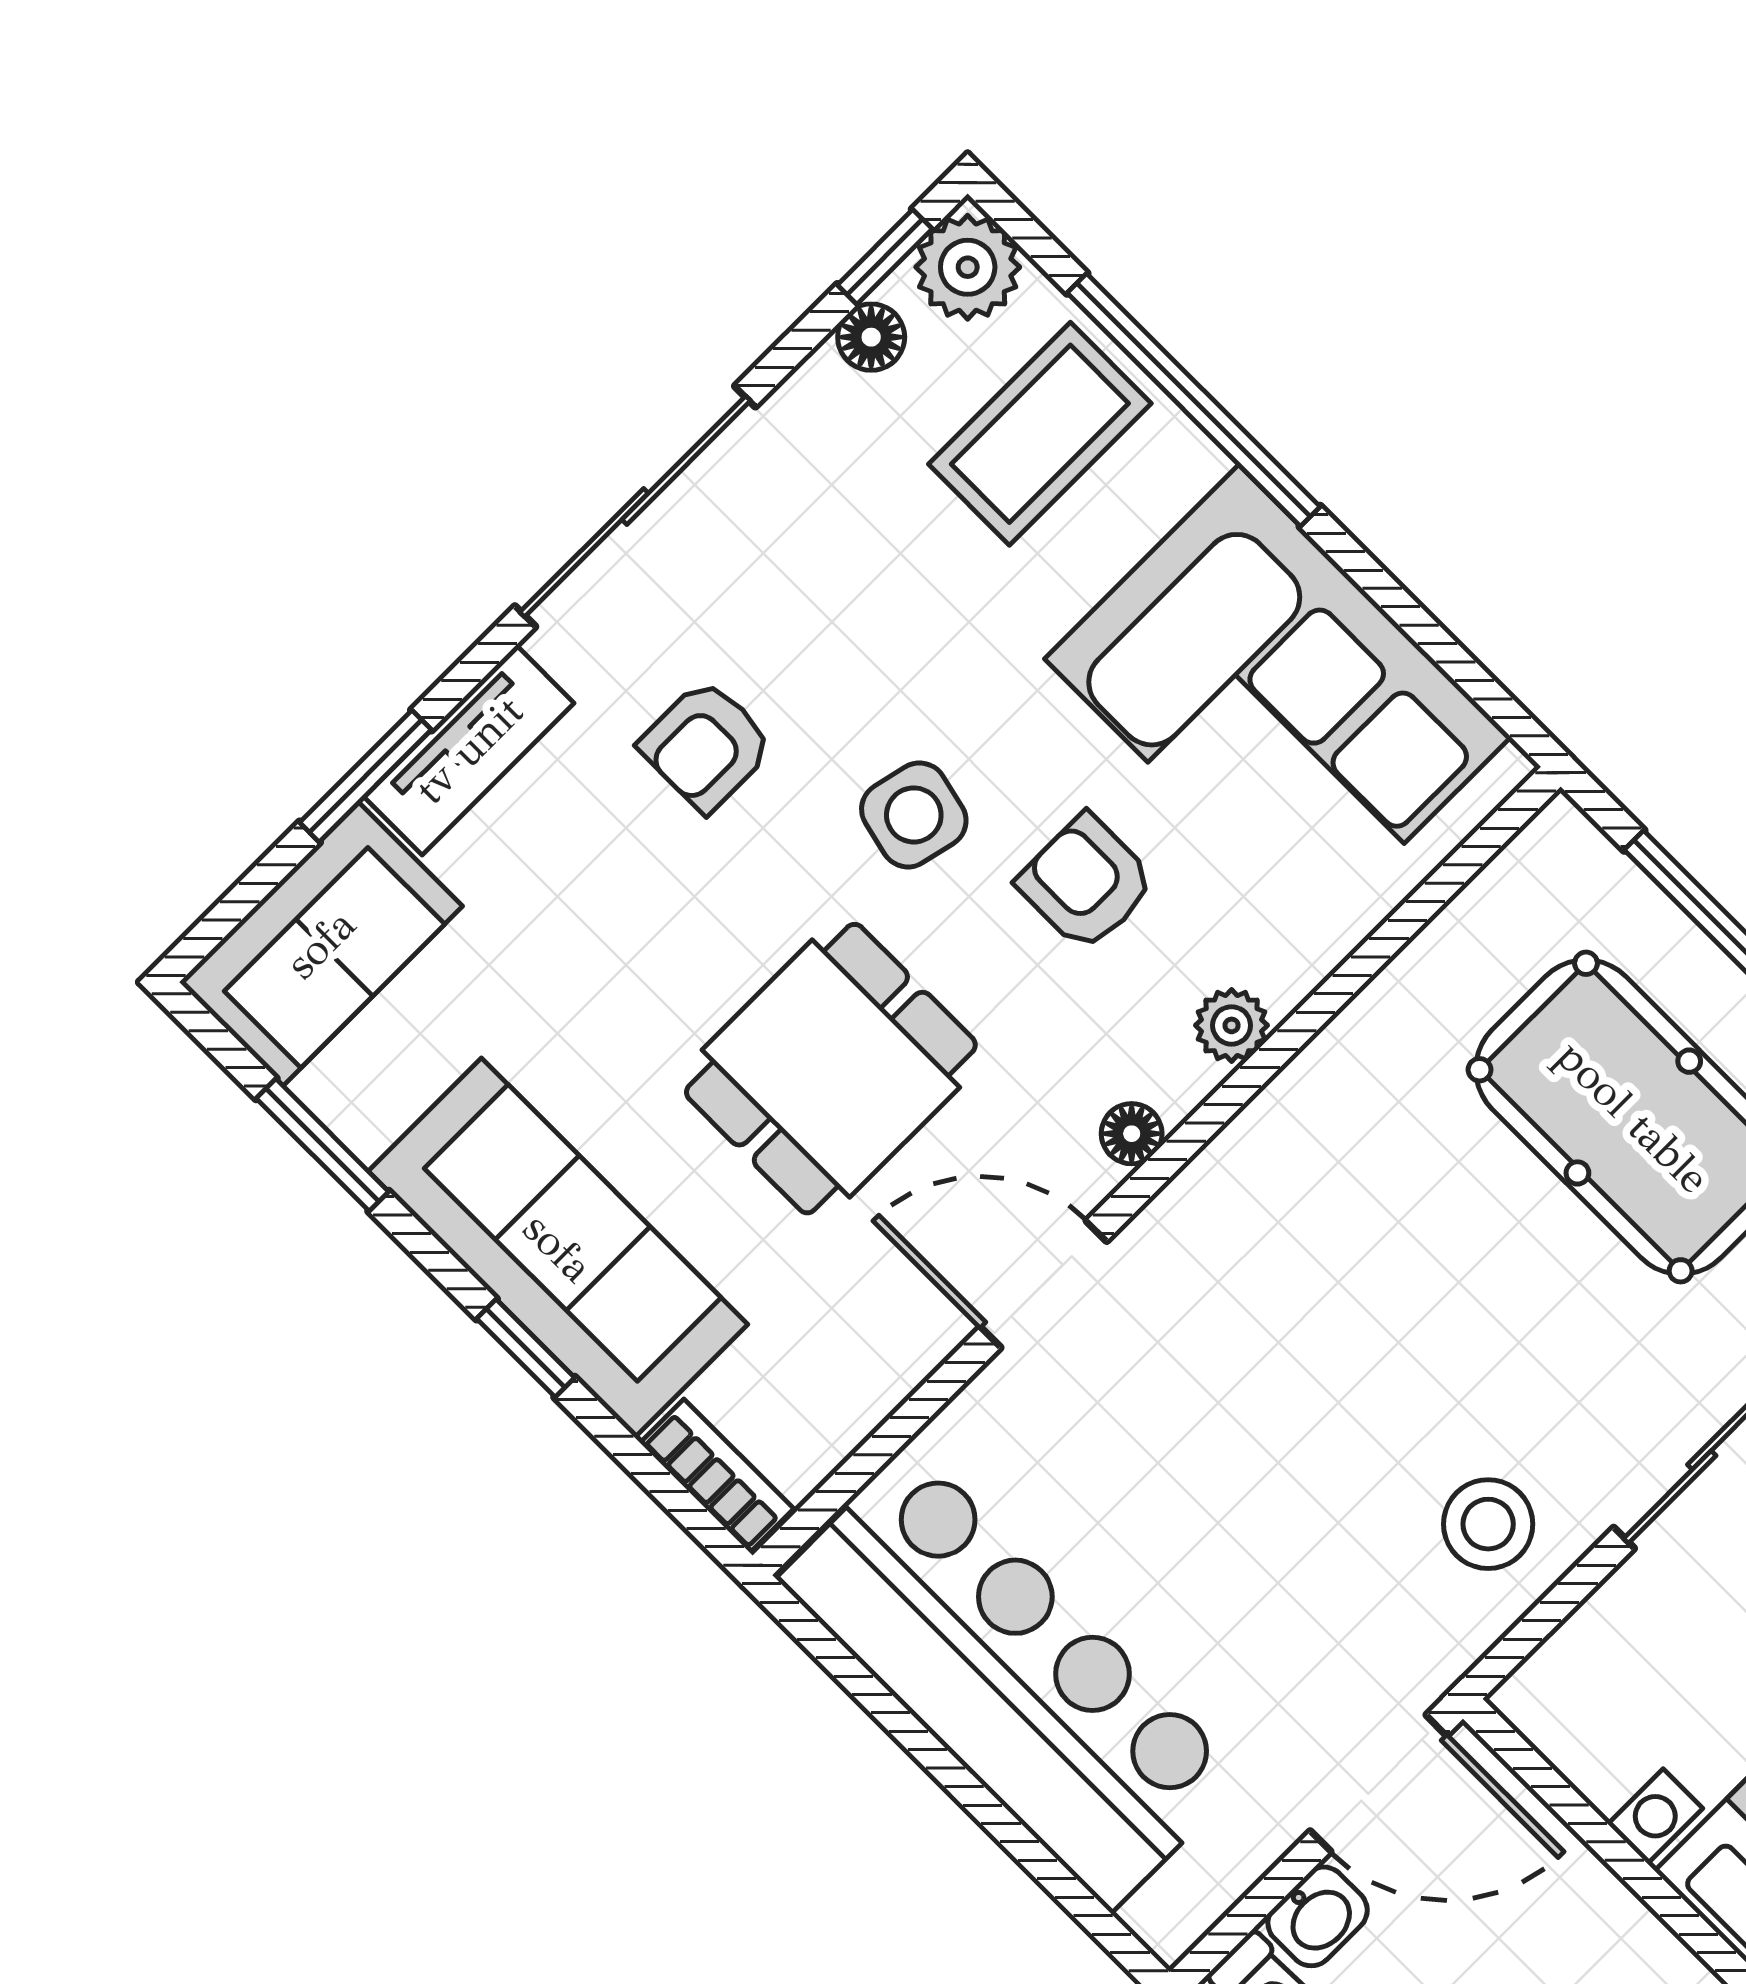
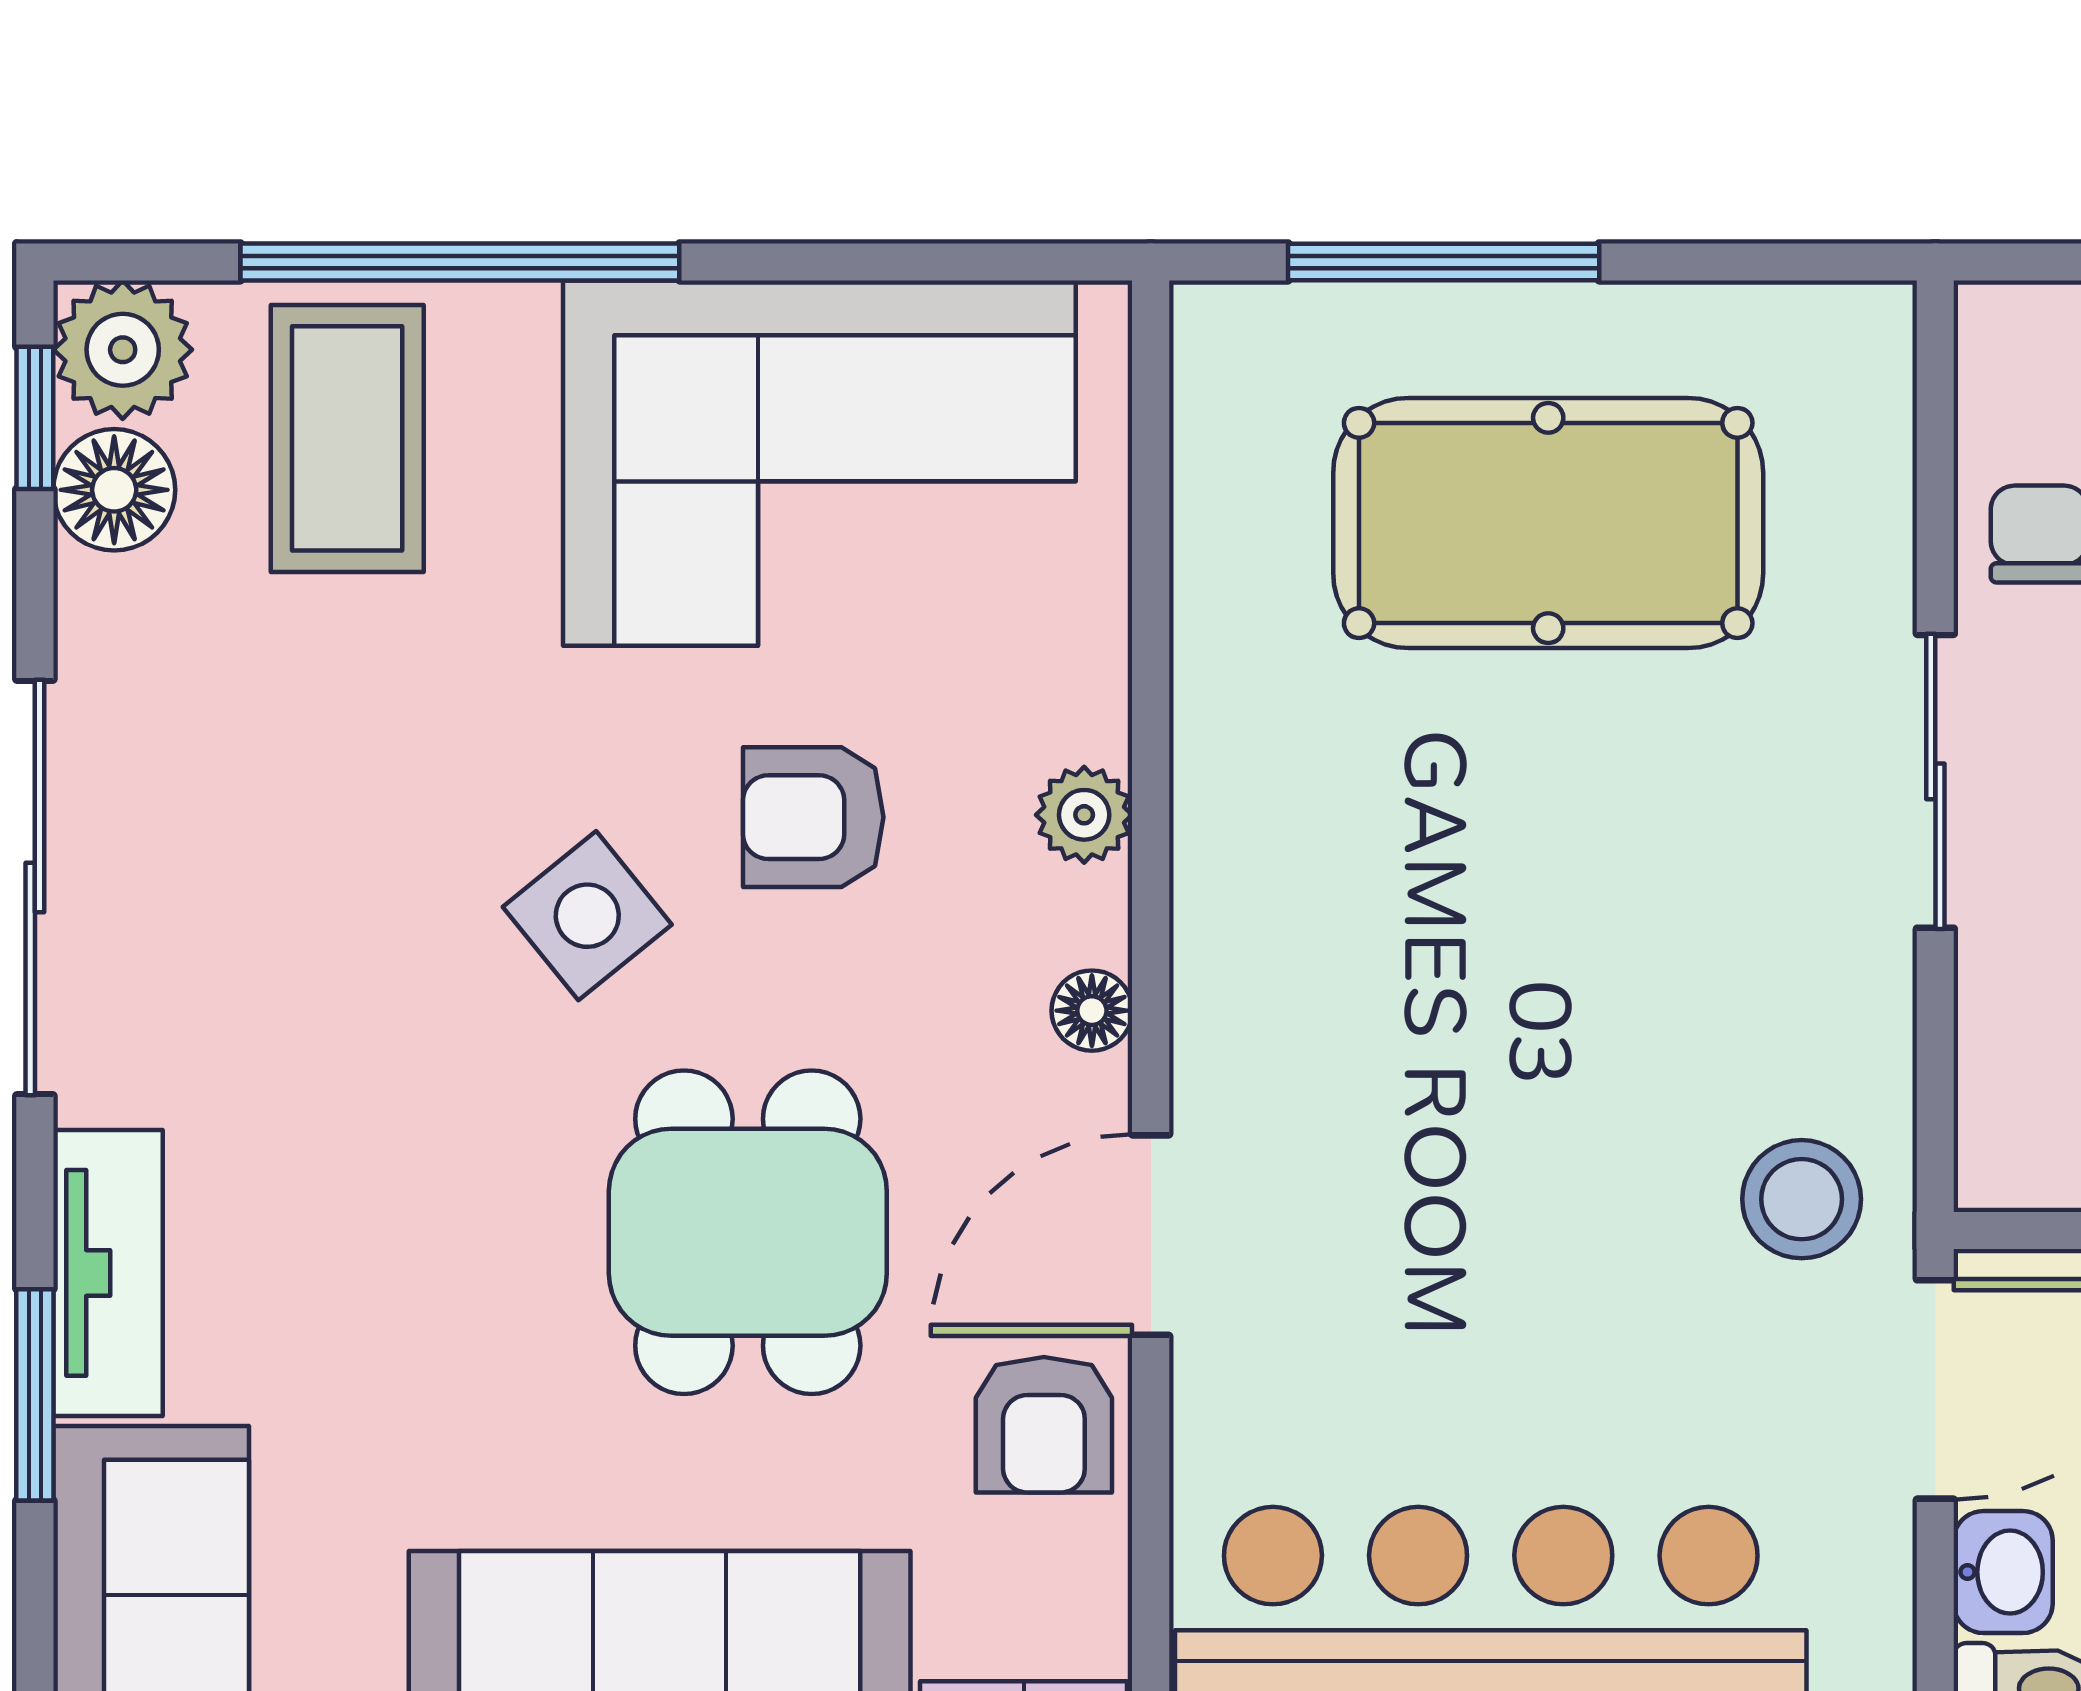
floor lamp: (871, 337) -> (114, 490), width x1.37, depth x1.37
armchair: (706, 745) -> (1044, 1425), moved
side table: (914, 815) -> (587, 916), turned 38
stool: (1488, 1524) -> (1802, 1199), moved

